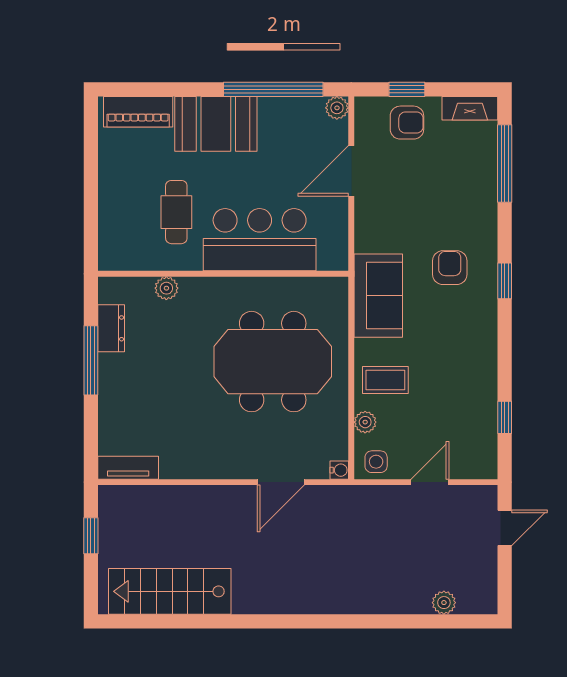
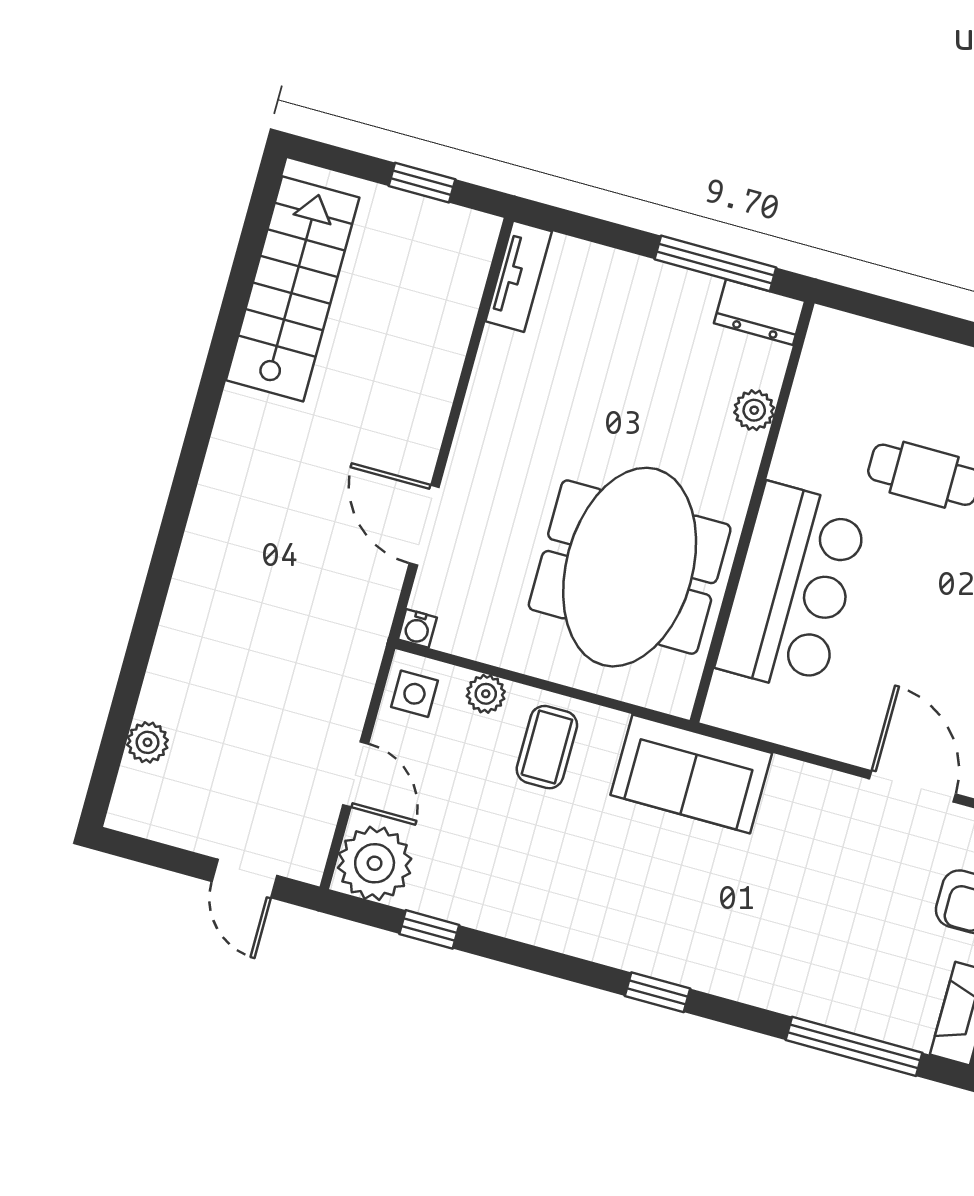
bar counter: (260, 240) -> (792, 588), moved
armchair: (450, 268) -> (705, 907), removed
wall: (223, 274) -> (752, 512), moved
plant: (166, 288) -> (754, 410), moved
plant: (476, 458) -> (375, 863), added

